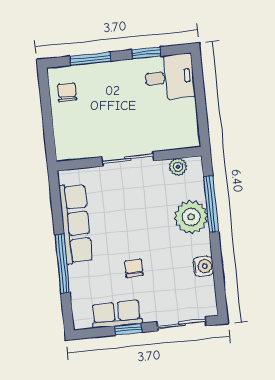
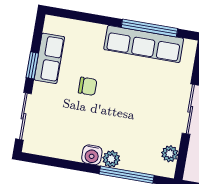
plant: (191, 217) -> (111, 159), width x0.53, depth x0.53
window: (62, 264) -> (149, 28), moved
water cooler: (203, 266) -> (92, 155), moved

